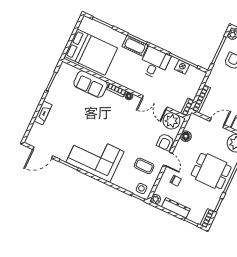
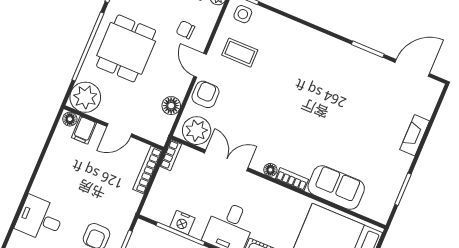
corner sofa: (95, 157) -> (324, 64), removed
dining table: (211, 171) -> (126, 48), turned 90

